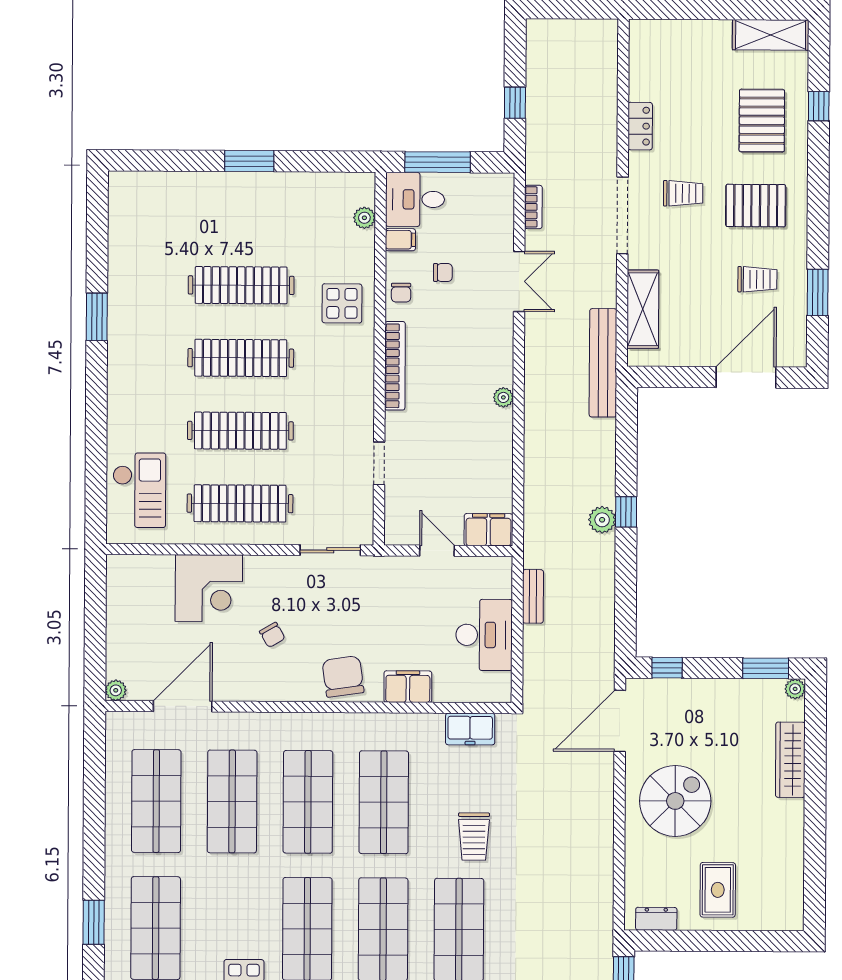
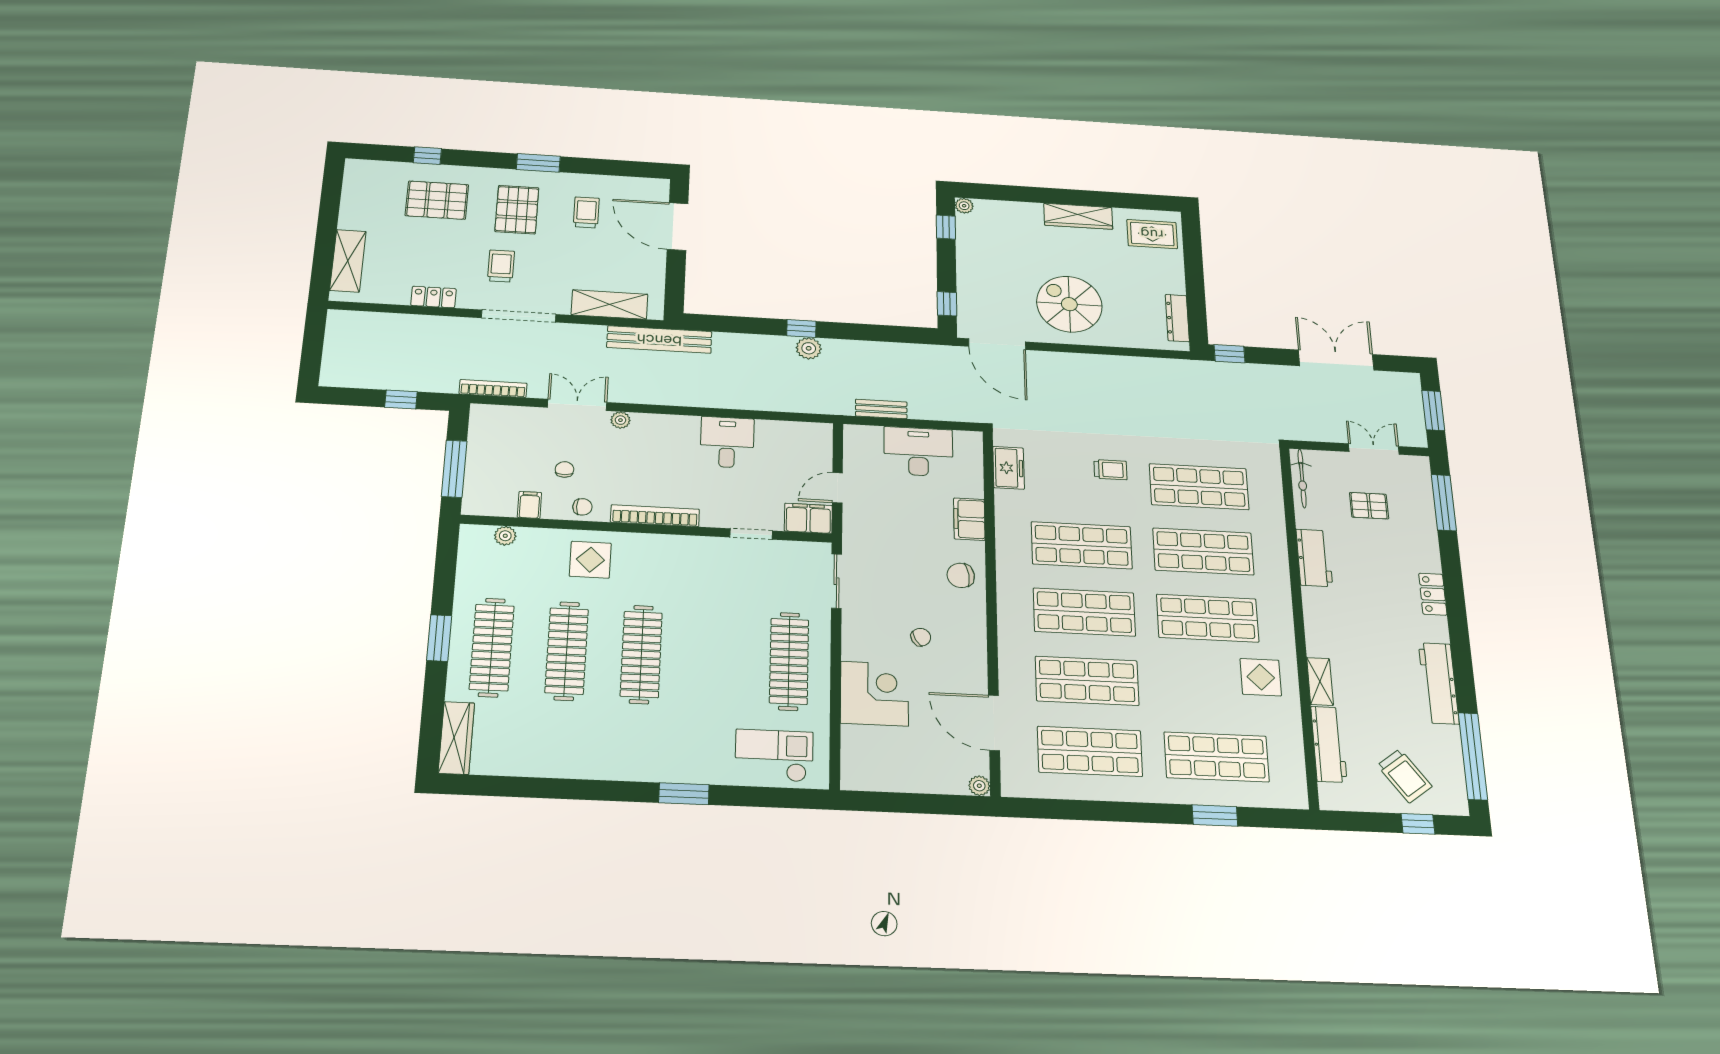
shelving: (771, 35) -> (348, 261), moved
wardrobe: (145, 185) -> (456, 738), added
desk: (415, 199) -> (727, 442), moved, turned 180
bookcase: (533, 207) -> (493, 388), width x1.56
window: (818, 292) -> (538, 163), moved
window: (97, 317) -> (684, 794), moved
plant: (503, 397) -> (620, 420), moved
clothes rail: (240, 431) -> (492, 647), moved
filing cabinet: (488, 530) -> (808, 518), moved, turned 90
window: (766, 668) -> (946, 227), width x0.67
chair: (343, 676) -> (961, 575), width x0.73, depth x0.73
wardrobe: (790, 760) -> (1078, 216), moved
trolley: (474, 837) -> (1110, 470), width x0.73, depth x0.72
rug: (718, 890) -> (1152, 234), moved
dresser: (656, 919) -> (1177, 318), width x1.44

